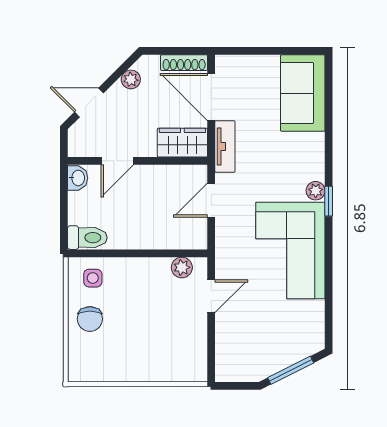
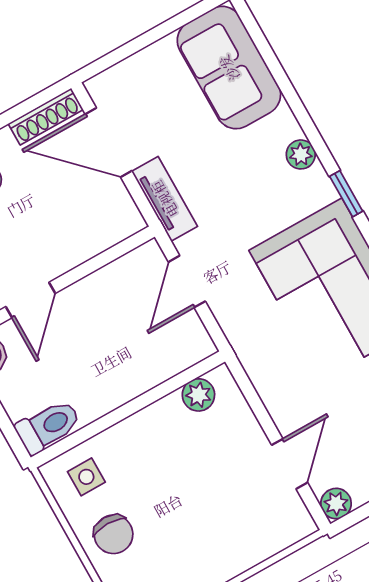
wardrobe: (182, 143) -> (104, 226), removed
plant: (316, 191) -> (301, 154), moved
door: (211, 296) -> (290, 464), moved
plant: (225, 372) -> (336, 504), added

